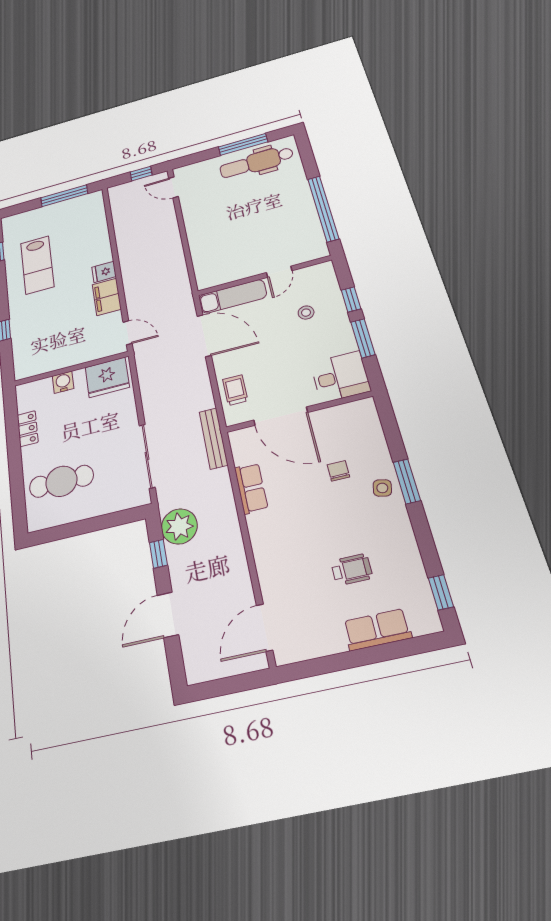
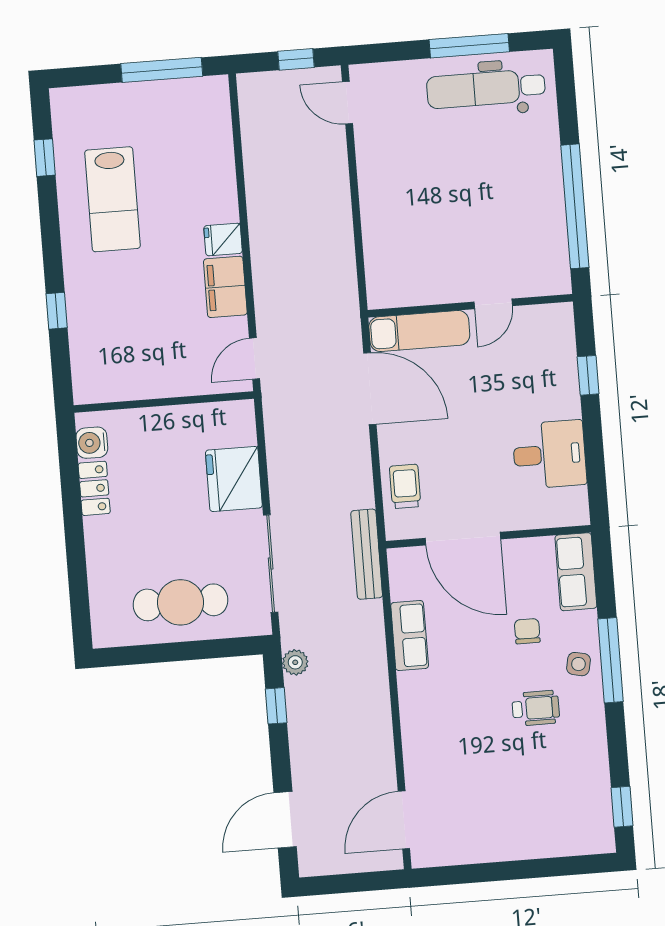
stool: (306, 313) -> (522, 383), removed
door: (128, 333) -> (254, 358), swing flipped
window: (363, 338) -> (593, 442), removed
fridge: (107, 377) -> (234, 479), moved, turned 90
desk: (340, 377) -> (549, 455), moved
water cooler: (63, 382) -> (92, 443), moved, turned -90
cafe table: (61, 481) -> (181, 602), moved
window: (407, 481) -> (611, 660), width x1.44
plant: (179, 526) -> (295, 662), width x0.53, depth x0.53
wheelchair: (352, 570) -> (536, 708), moved
door: (168, 615) -> (285, 820), moved
row of seats: (377, 630) -> (576, 572), moved, turned -90

